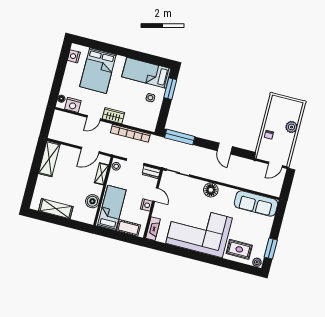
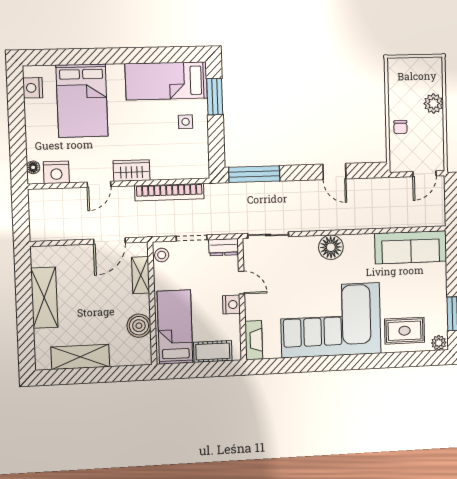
shelving: (49, 159) -> (44, 298), moved

